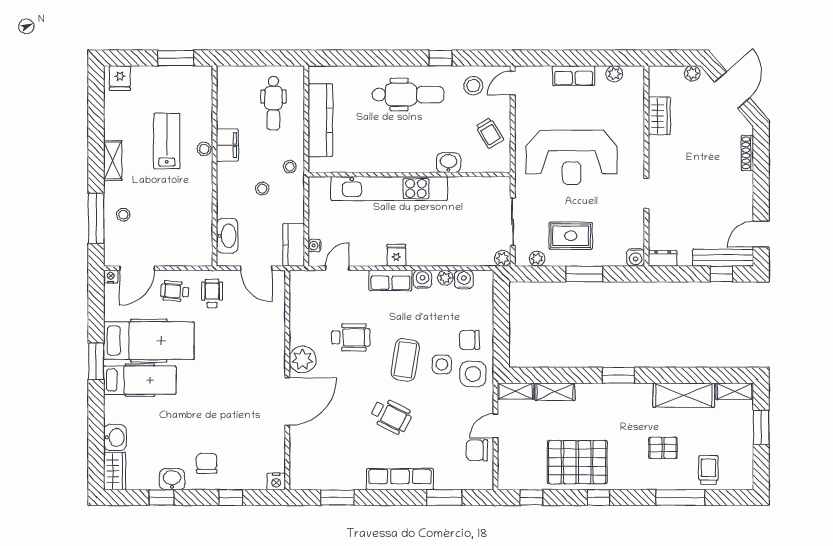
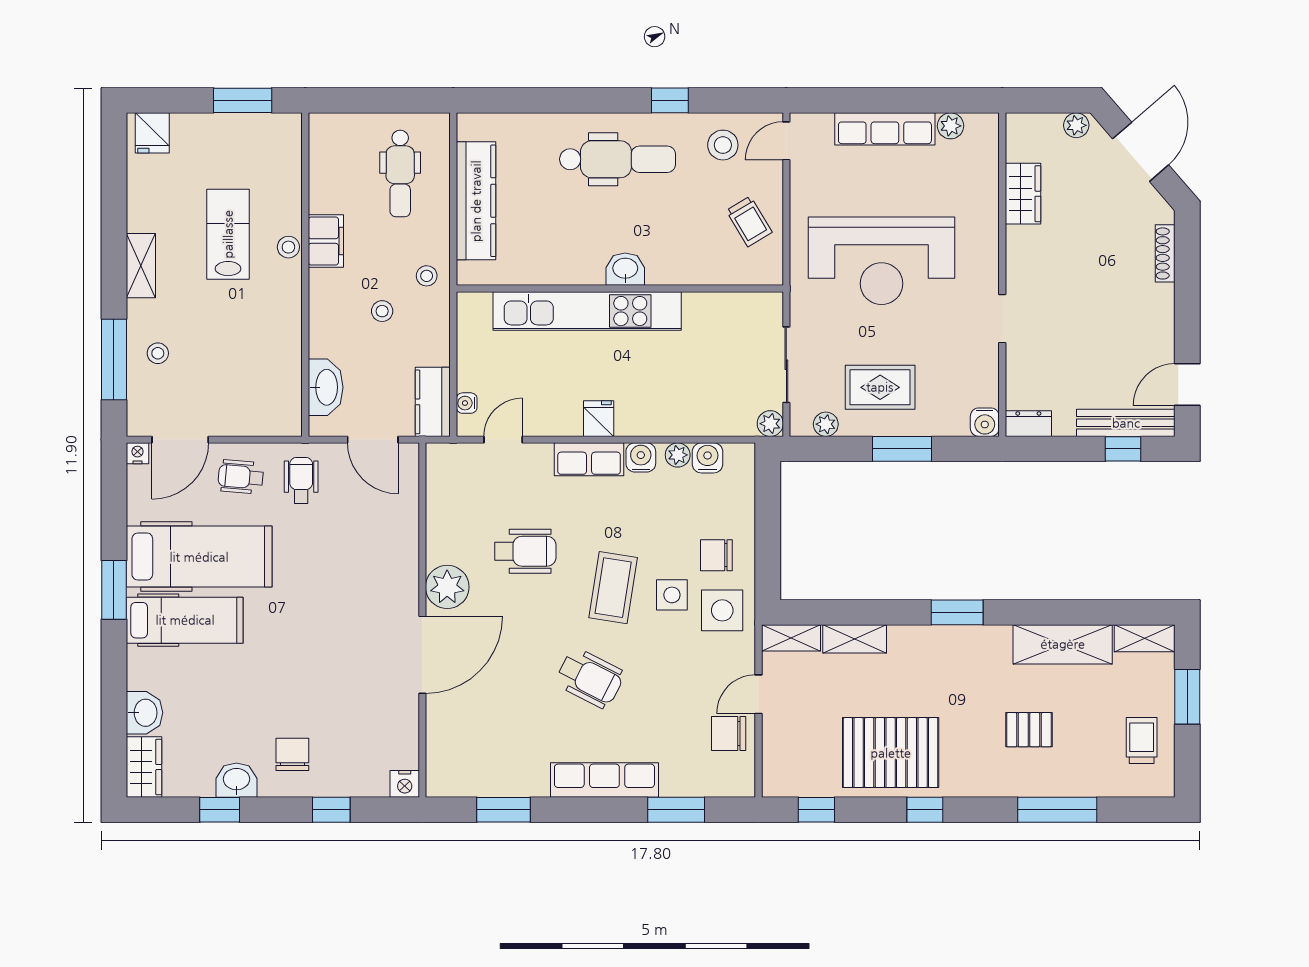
row of seats: (574, 76) -> (885, 129), width x1.48
washbasin: (448, 163) -> (625, 269), moved
trolley: (708, 470) -> (1142, 740), moved

